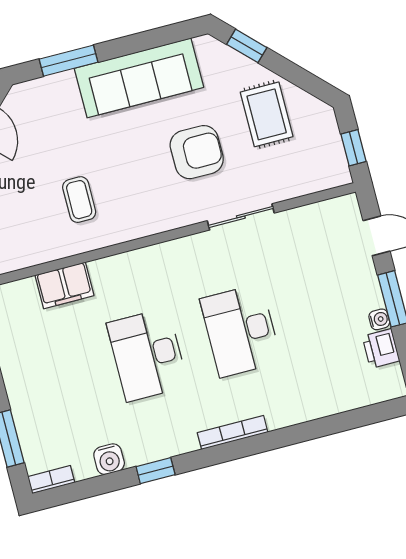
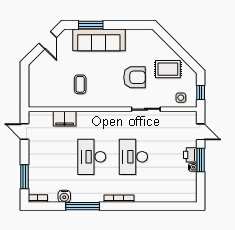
window: (247, 46) -> (167, 38), removed
sofa: (139, 78) -> (99, 40), moved
rug: (267, 114) -> (168, 69), turned 90
side table: (312, 171) -> (181, 98), added
printer: (381, 348) -> (190, 155), moved
window: (156, 471) -> (83, 206), width x2.17

